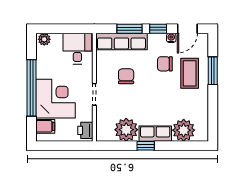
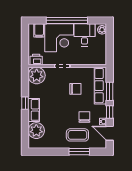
desk: (77, 49) -> (84, 35), moved, turned -90
plant: (126, 130) -> (37, 75), moved

